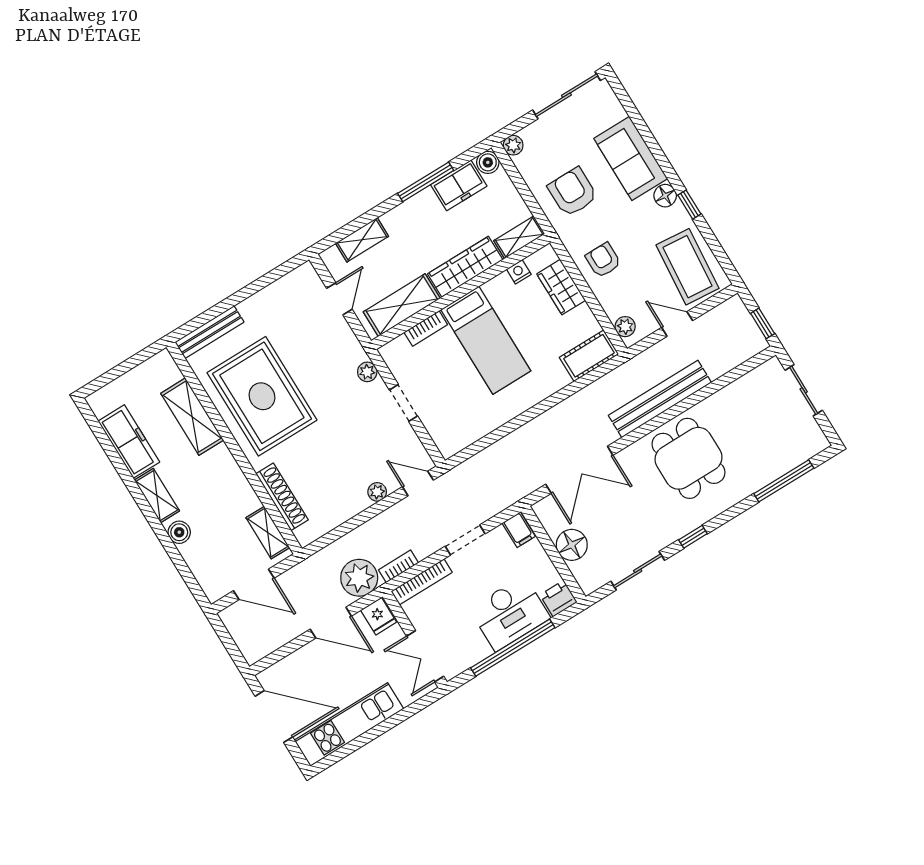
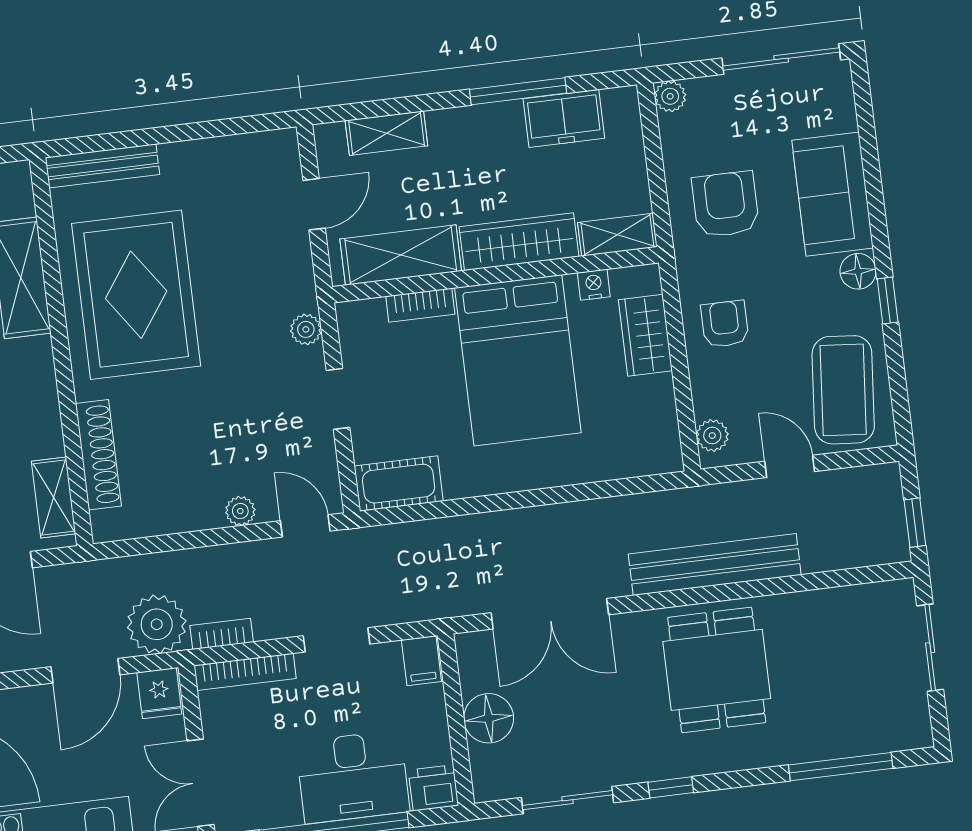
boiler: (488, 162) -> (622, 104), removed
bed: (486, 340) -> (518, 360), width x1.50
cot: (589, 356) -> (399, 484), moved
door: (331, 623) -> (85, 671), hinge flipped

